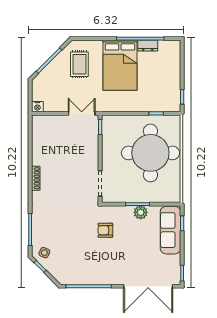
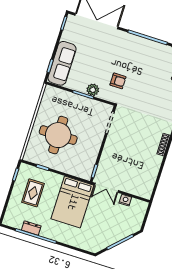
rug: (79, 64) -> (33, 193), moved
bed: (120, 65) -> (72, 202), moved, turned 180
nightstand: (37, 107) -> (125, 200), moved
round table: (150, 153) -> (58, 135), width x0.73, depth x0.73
plant: (141, 212) -> (93, 90), moved

